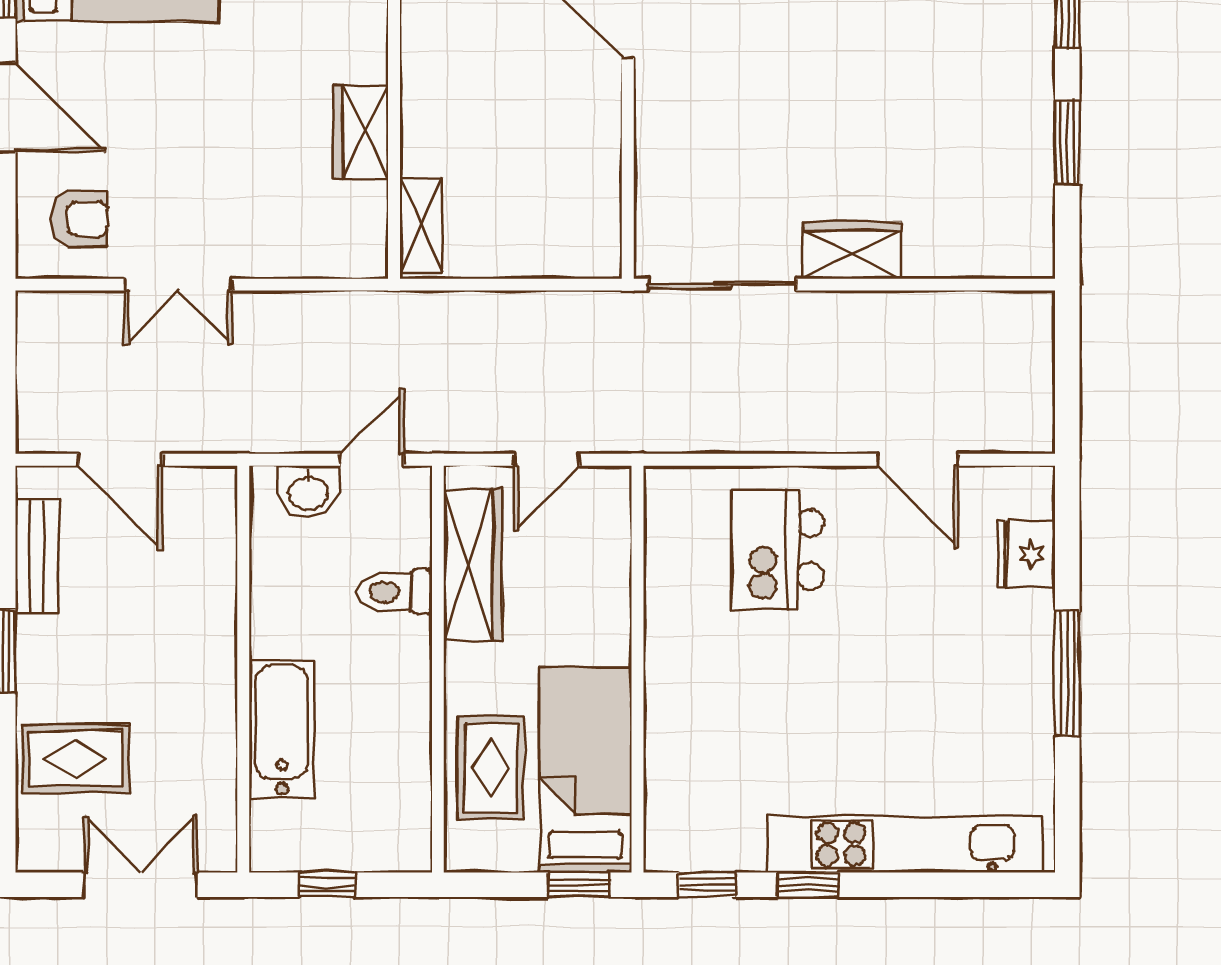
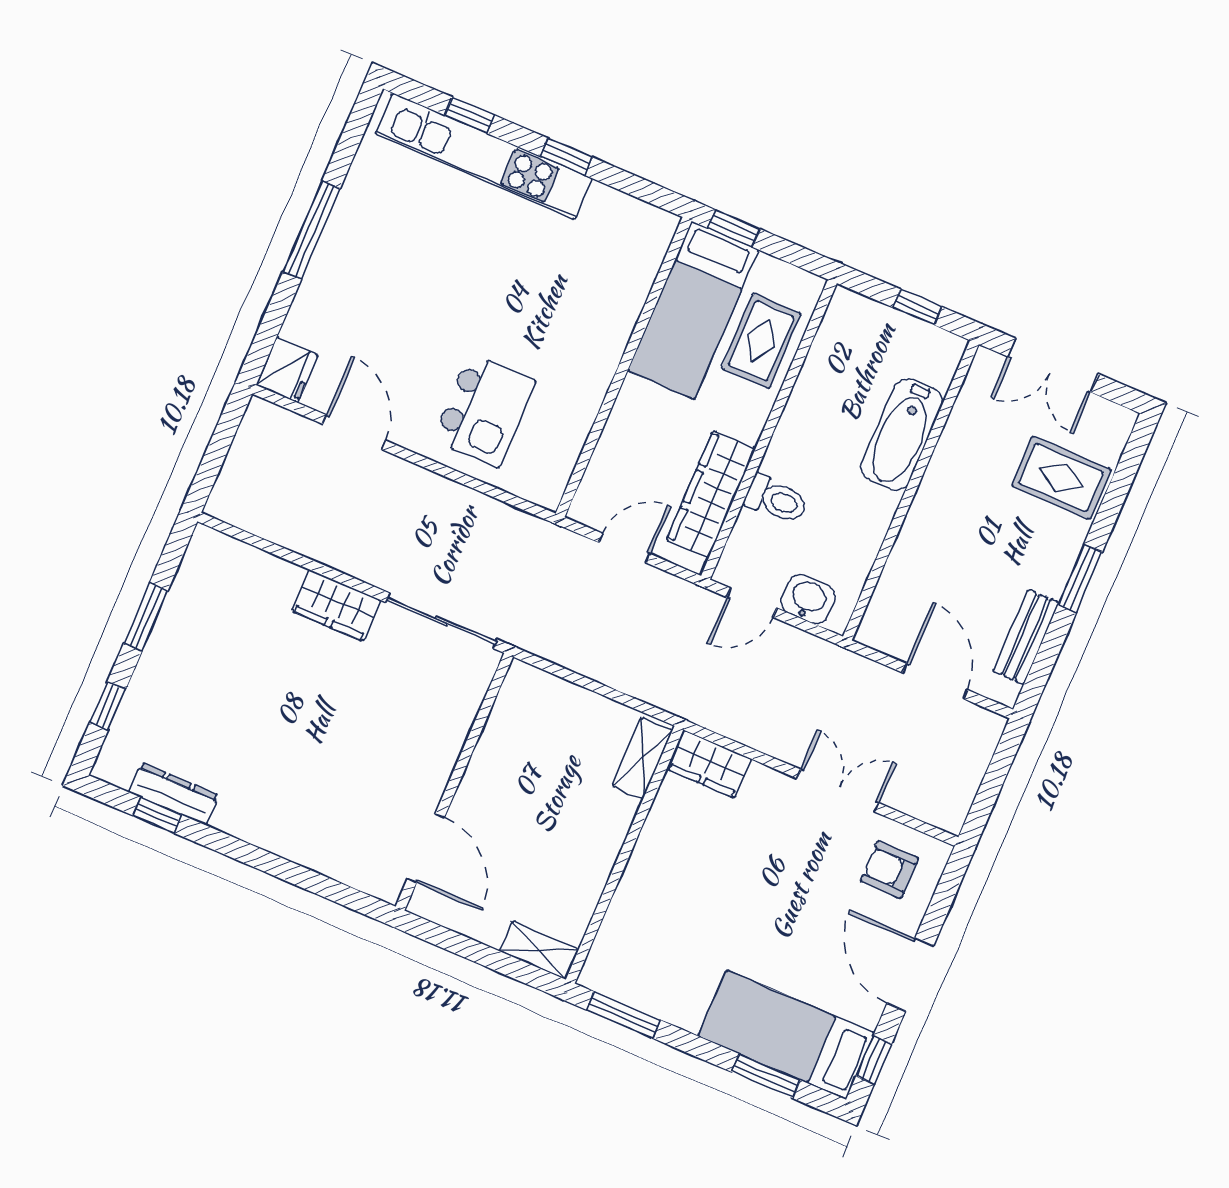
wardrobe: (361, 132) -> (709, 764), moved, turned 90
fridge: (1026, 554) -> (287, 370), moved
window: (707, 885) -> (469, 115), moved

